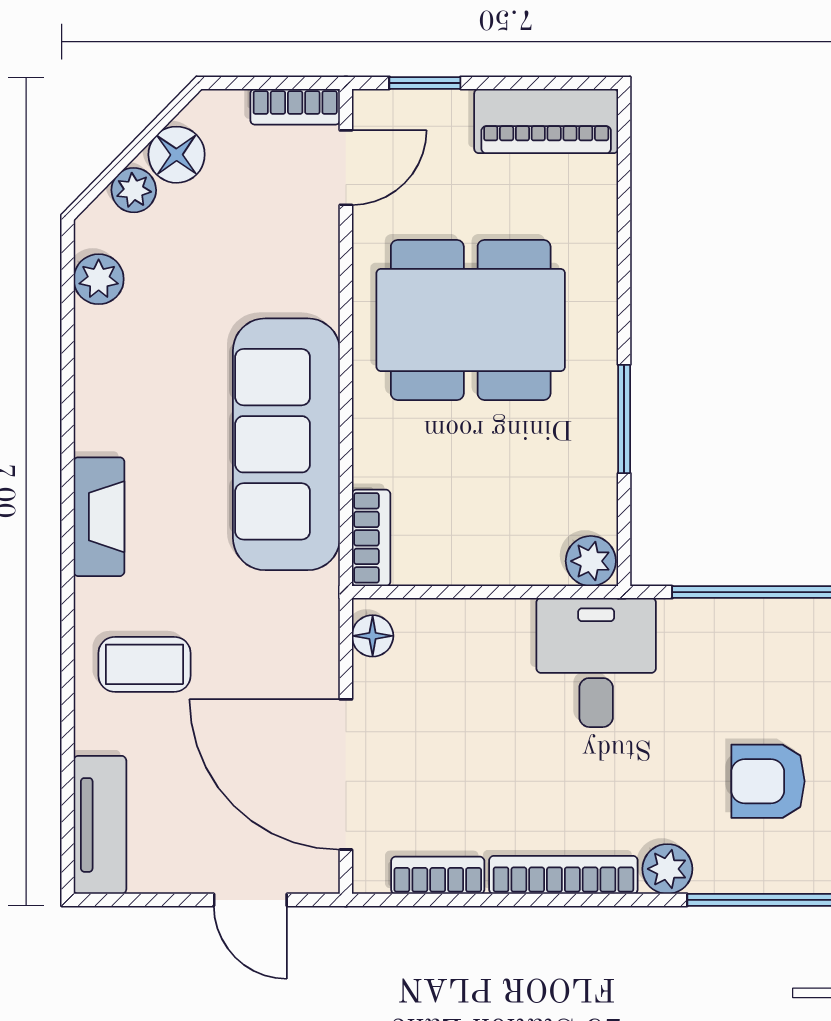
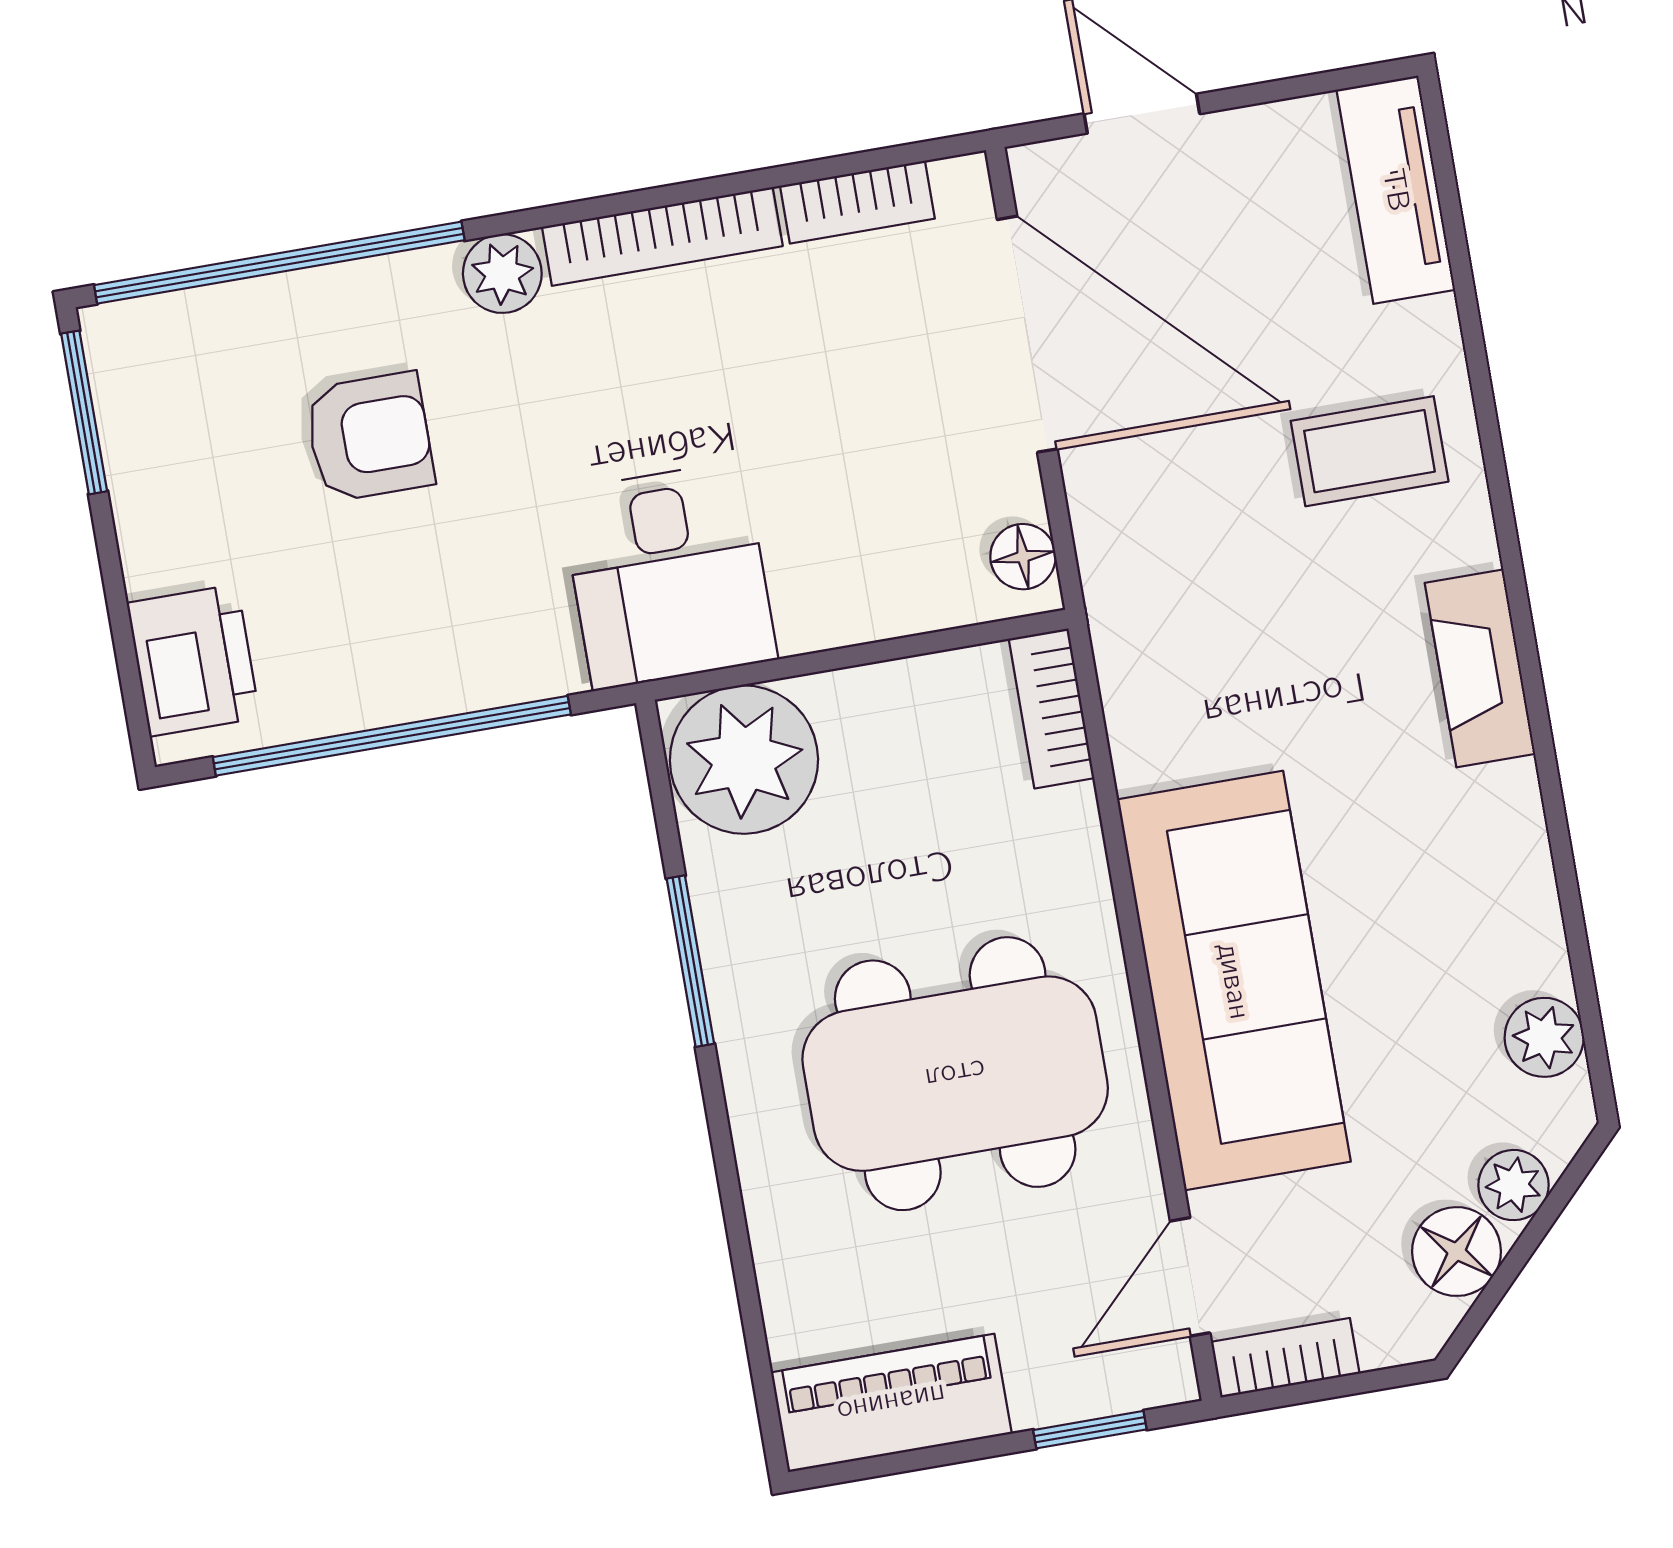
sofa: (286, 444) -> (1234, 981), moved
plant: (591, 561) -> (744, 760), width x1.88, depth x1.88

